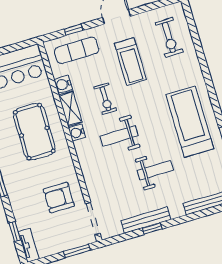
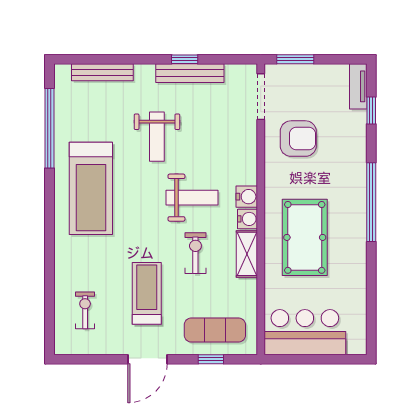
exercise bike: (169, 37) -> (85, 310), width x0.73, depth x0.72
water cooler: (63, 84) -> (247, 197), moved
weight bench: (155, 170) -> (157, 137), turned -90

